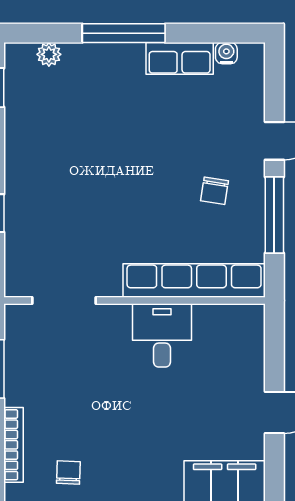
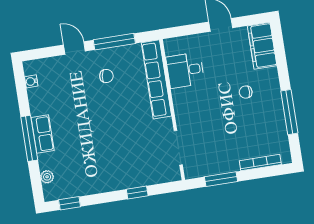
row of seats: (180, 58) -> (43, 134), moved
desk: (162, 335) -> (185, 70), moved
chair: (68, 473) -> (246, 92), moved

